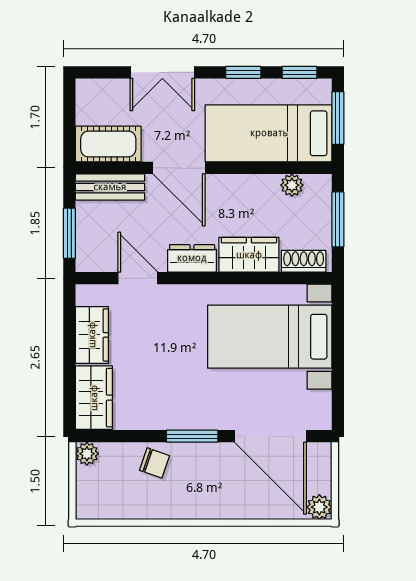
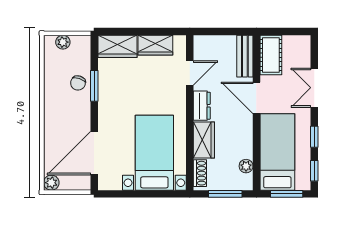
door: (179, 168) -> (256, 98), hinge flipped
window: (69, 233) -> (217, 32), removed
window: (192, 436) -> (94, 86), moved
plant: (87, 454) -> (63, 42), moved

